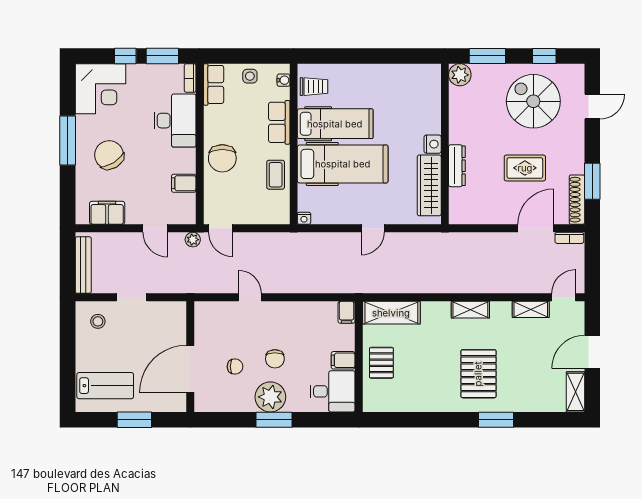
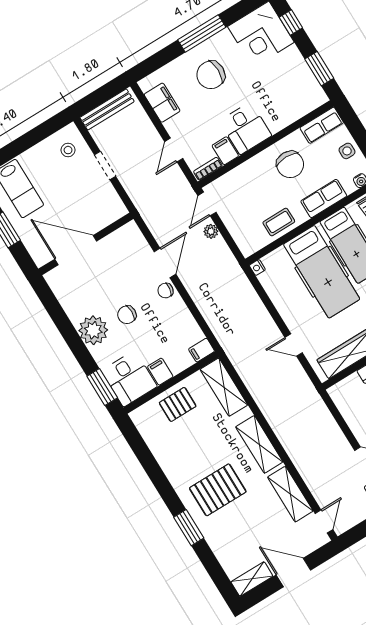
window: (125, 56) -> (291, 23), moved
bookcase: (190, 78) -> (208, 169), moved
desk: (175, 121) -> (246, 128), moved, width x0.73
chair: (109, 155) -> (211, 75), turned -148
chair: (222, 158) -> (290, 164), moved, turned -90
door: (373, 228) -> (294, 345), moved
plant: (193, 240) -> (211, 231), moved
door: (250, 297) -> (165, 263), width x1.38
door: (564, 297) -> (324, 521), hinge flipped
shelving: (531, 309) -> (290, 494), width x1.50, depth x1.33
shelving: (470, 310) -> (259, 444), width x1.50, depth x1.33
chair: (235, 367) -> (166, 291), moved, turned 100
window: (274, 420) -> (102, 387), moved

